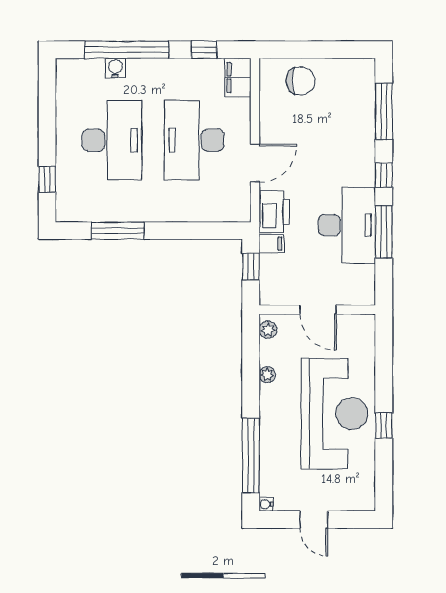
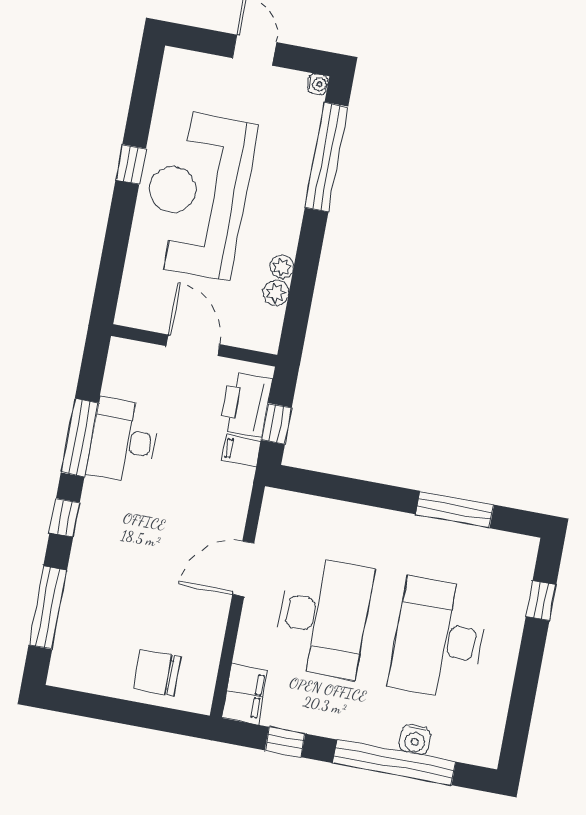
printer: (274, 212) -> (246, 405), moved
desk: (347, 225) -> (123, 441), width x0.73, depth x0.77
plant: (268, 330) -> (276, 293), moved

